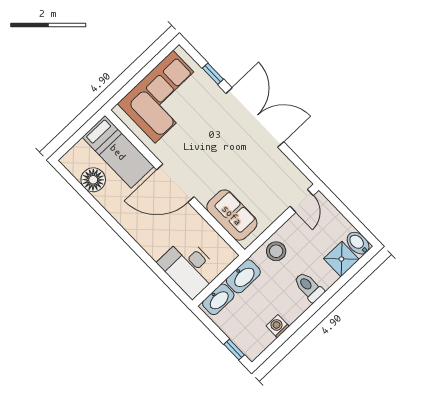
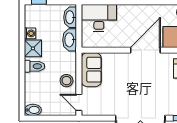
sofa: (232, 215) -> (91, 70), moved, turned -90
stool: (276, 251) -> (67, 81), moved
shower: (341, 259) -> (33, 48), moved

